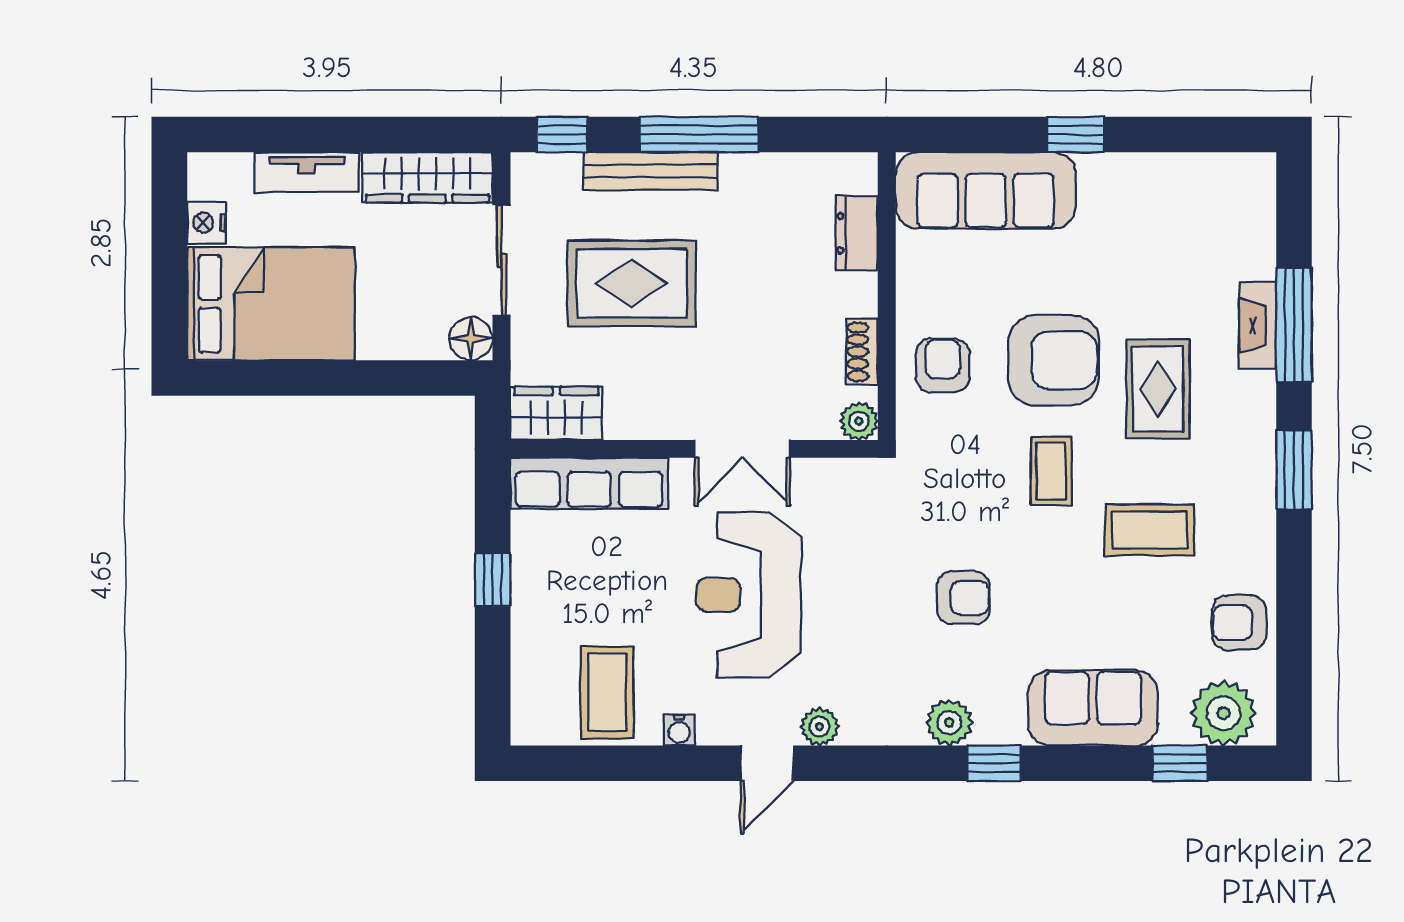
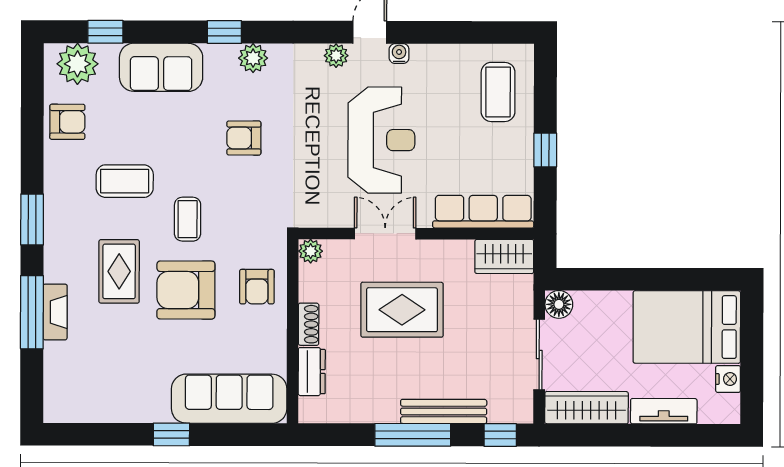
rug: (632, 283) -> (402, 310), moved
shoe rack: (862, 352) -> (309, 324), moved
coffee table: (607, 692) -> (498, 92), moved
water cooler: (679, 730) -> (399, 54), moved

